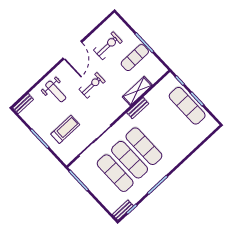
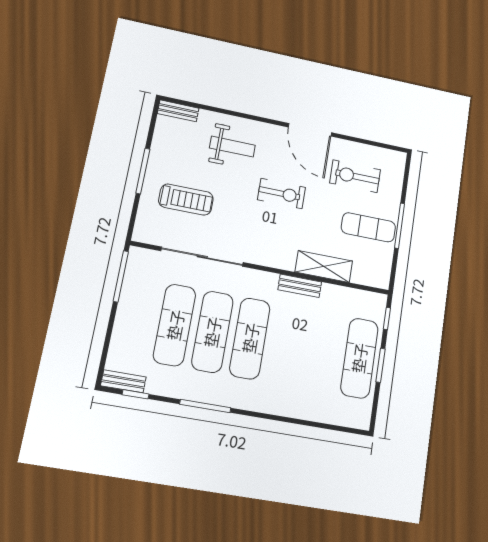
exercise bike: (108, 46) -> (355, 176), turned 180
door: (72, 50) -> (310, 130), hinge flipped
weight bench: (56, 91) -> (232, 147), turned -90

